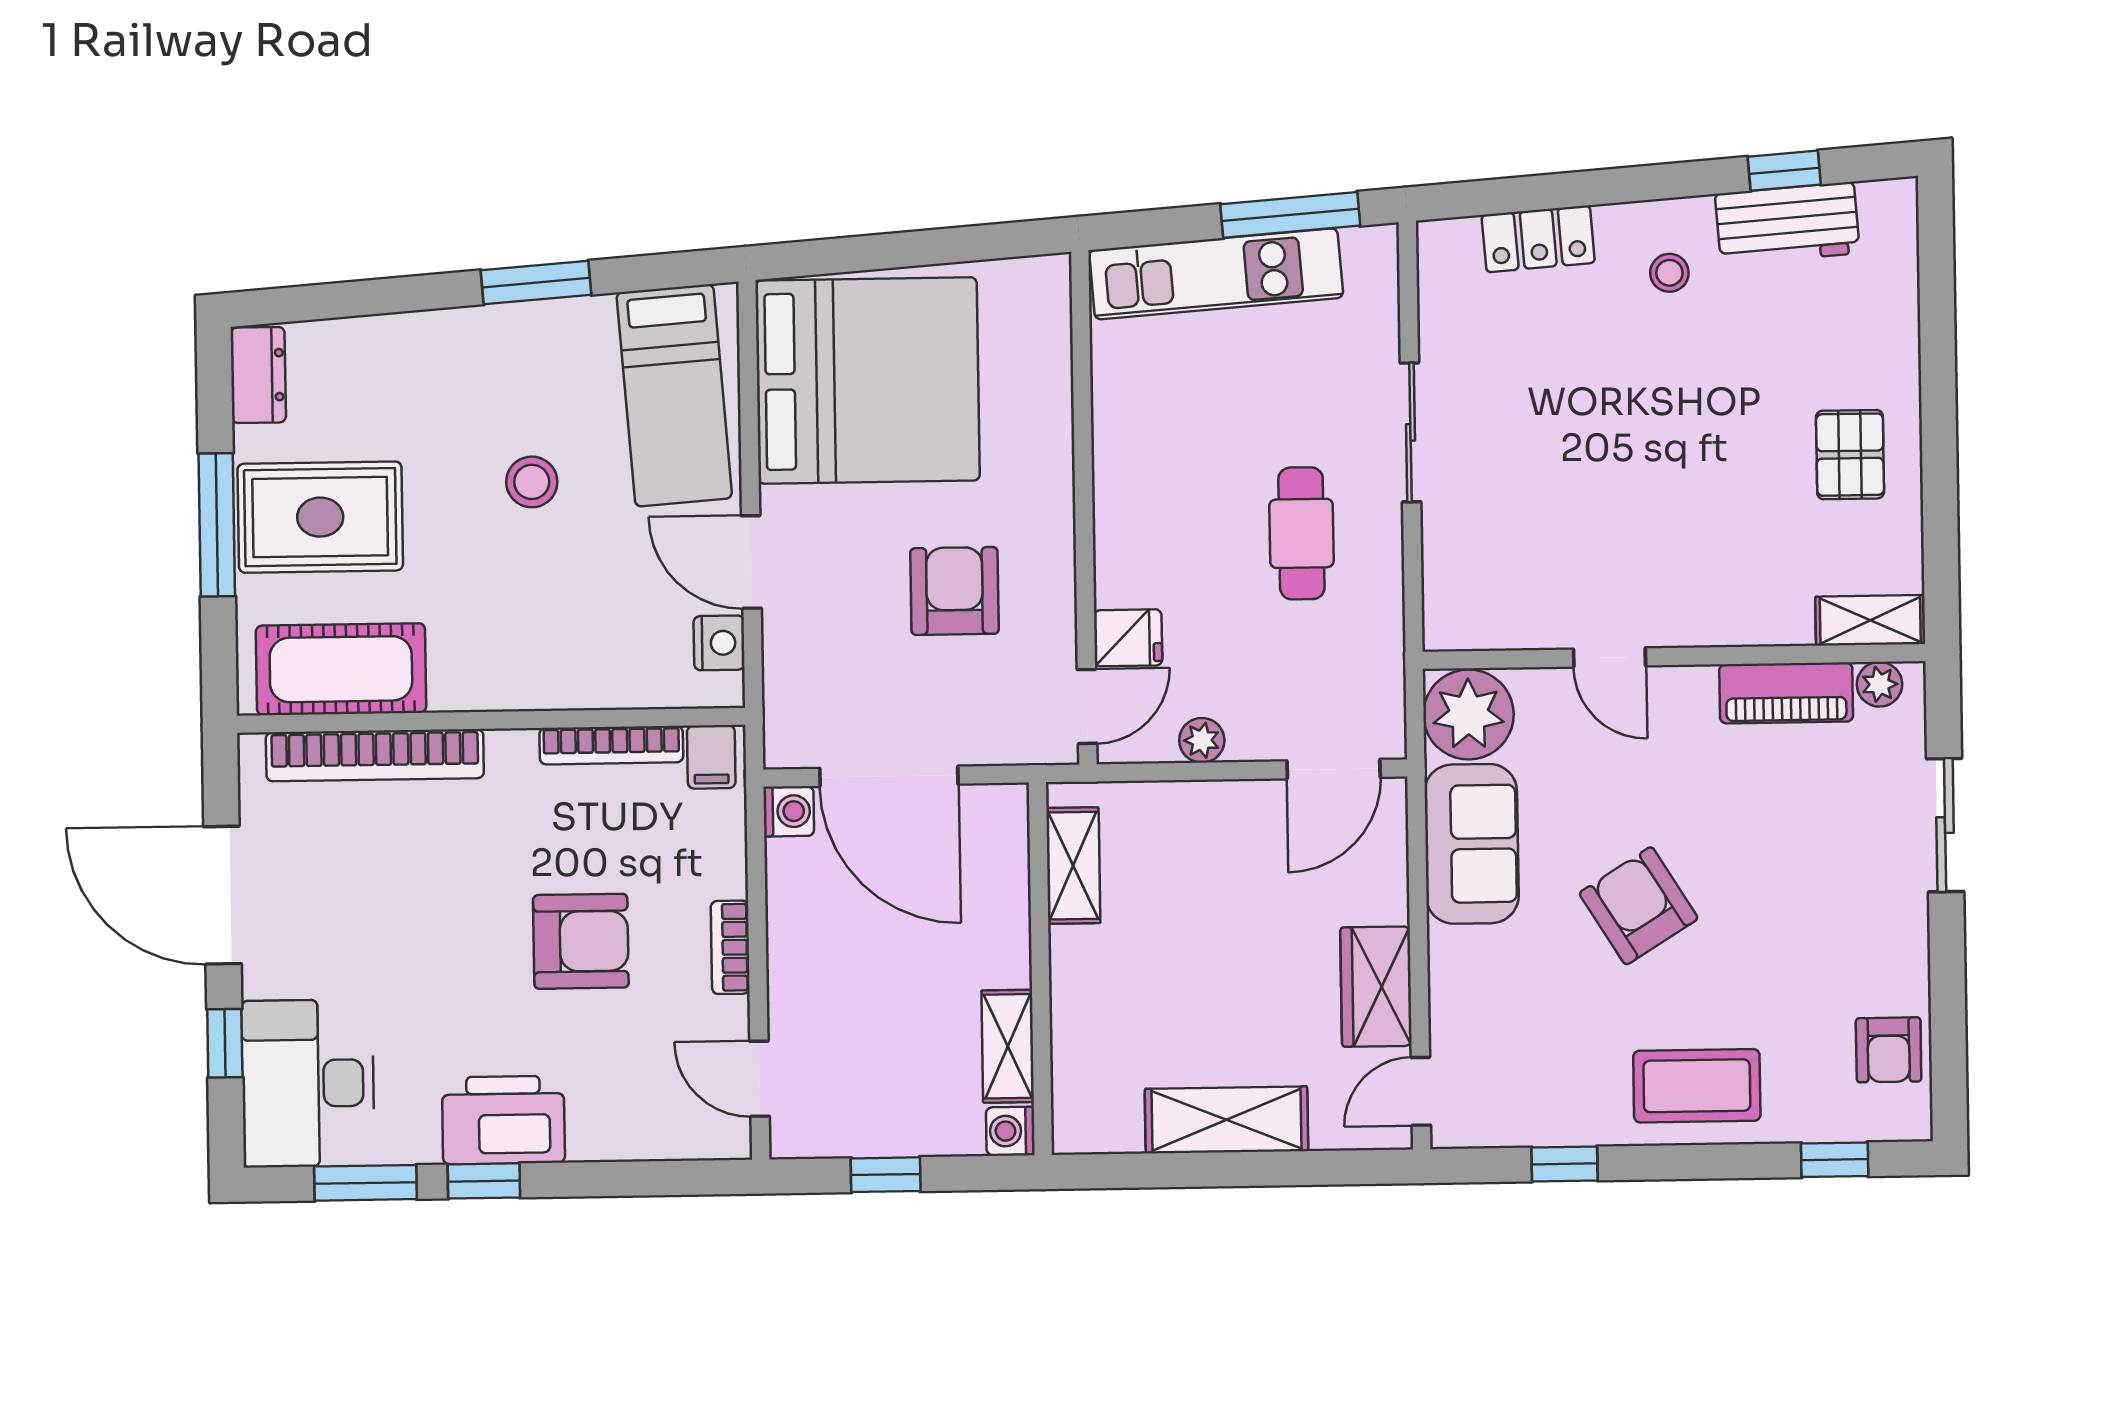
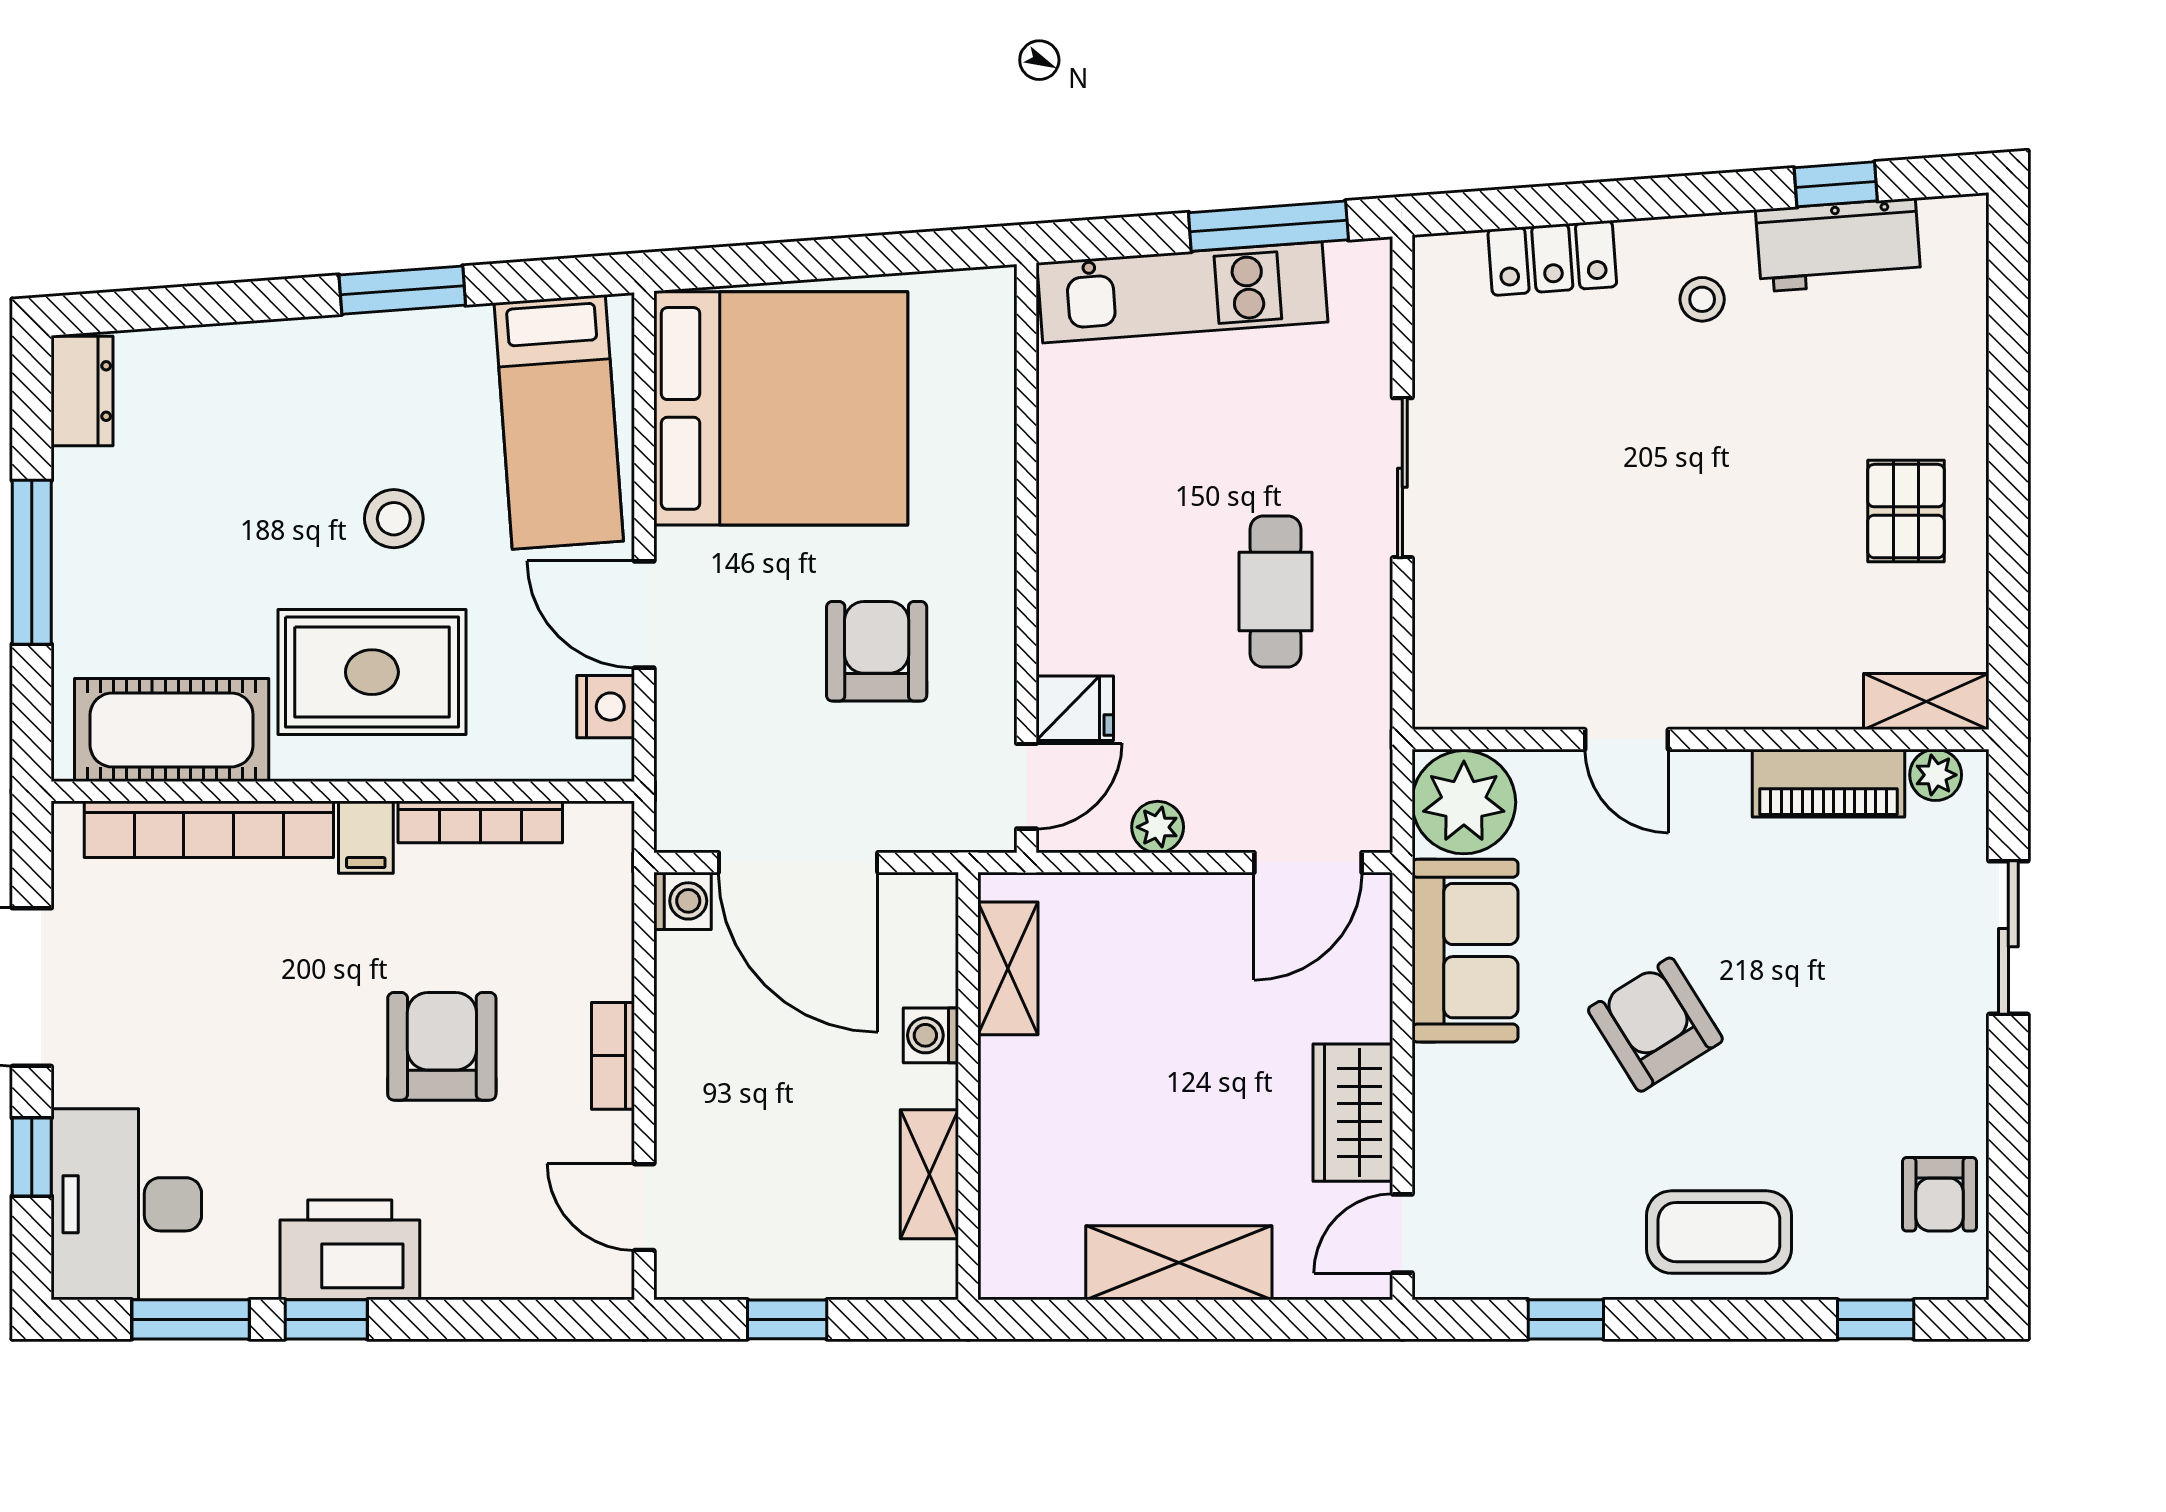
rug: (320, 517) -> (372, 672), moved
filing cabinet: (711, 757) -> (366, 837), moved
armchair: (581, 941) -> (442, 1046), turned -90
washing machine: (1010, 1131) -> (931, 1035), moved

